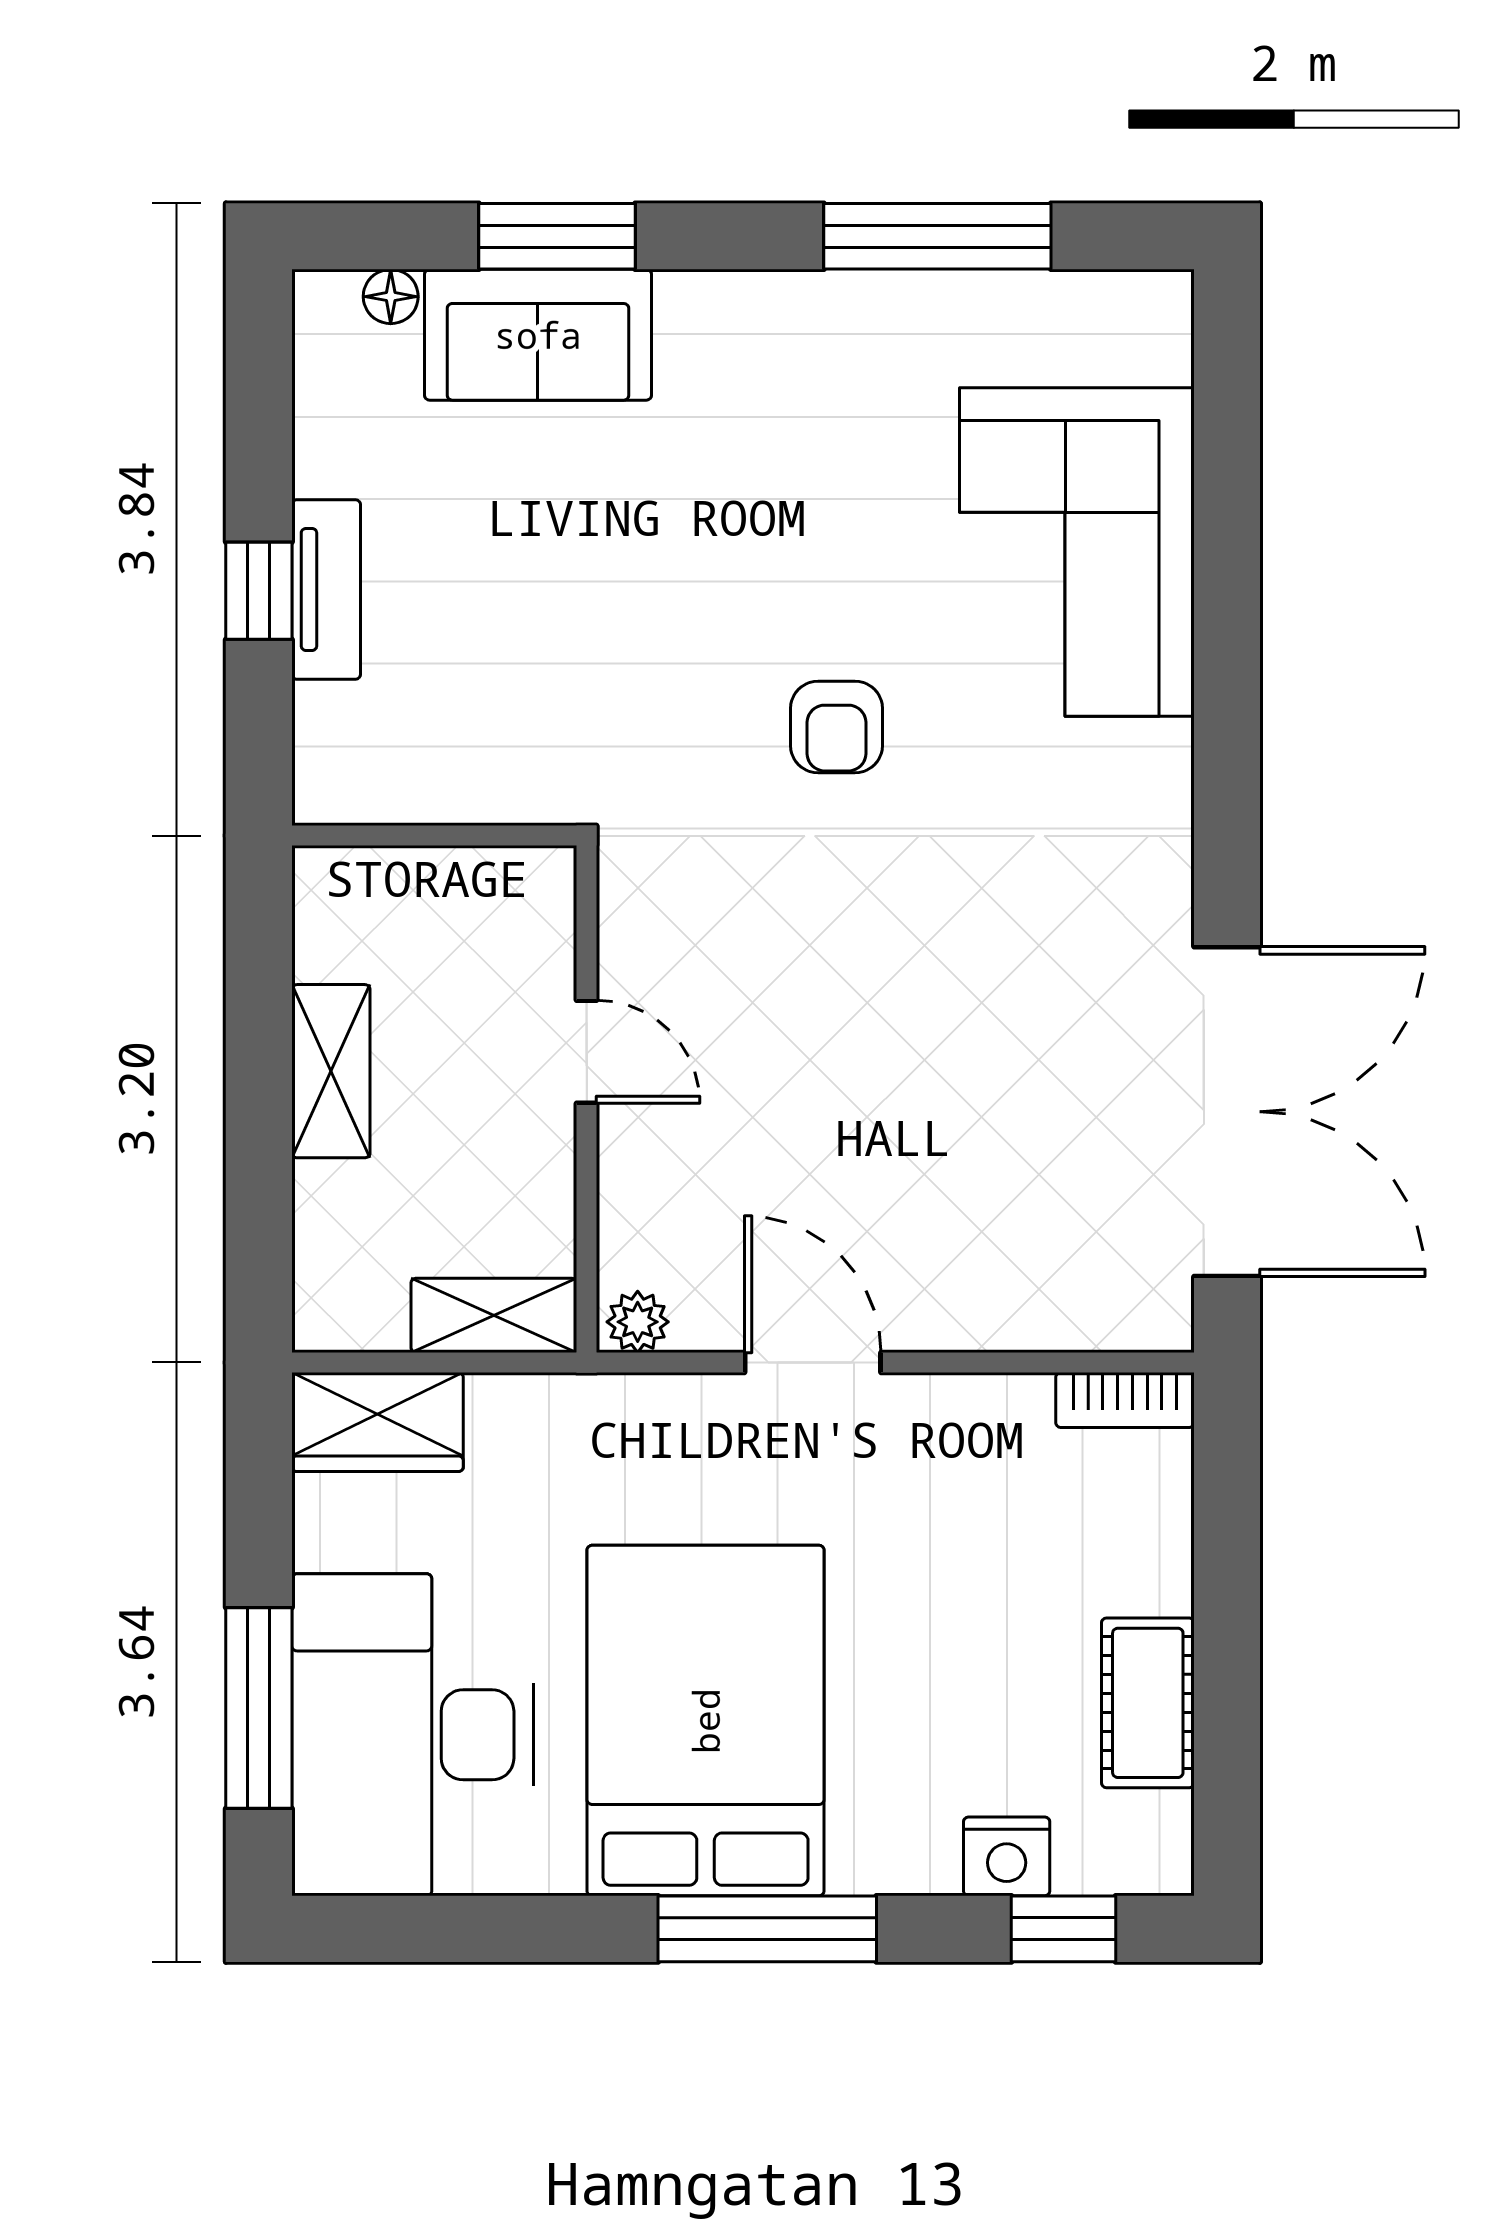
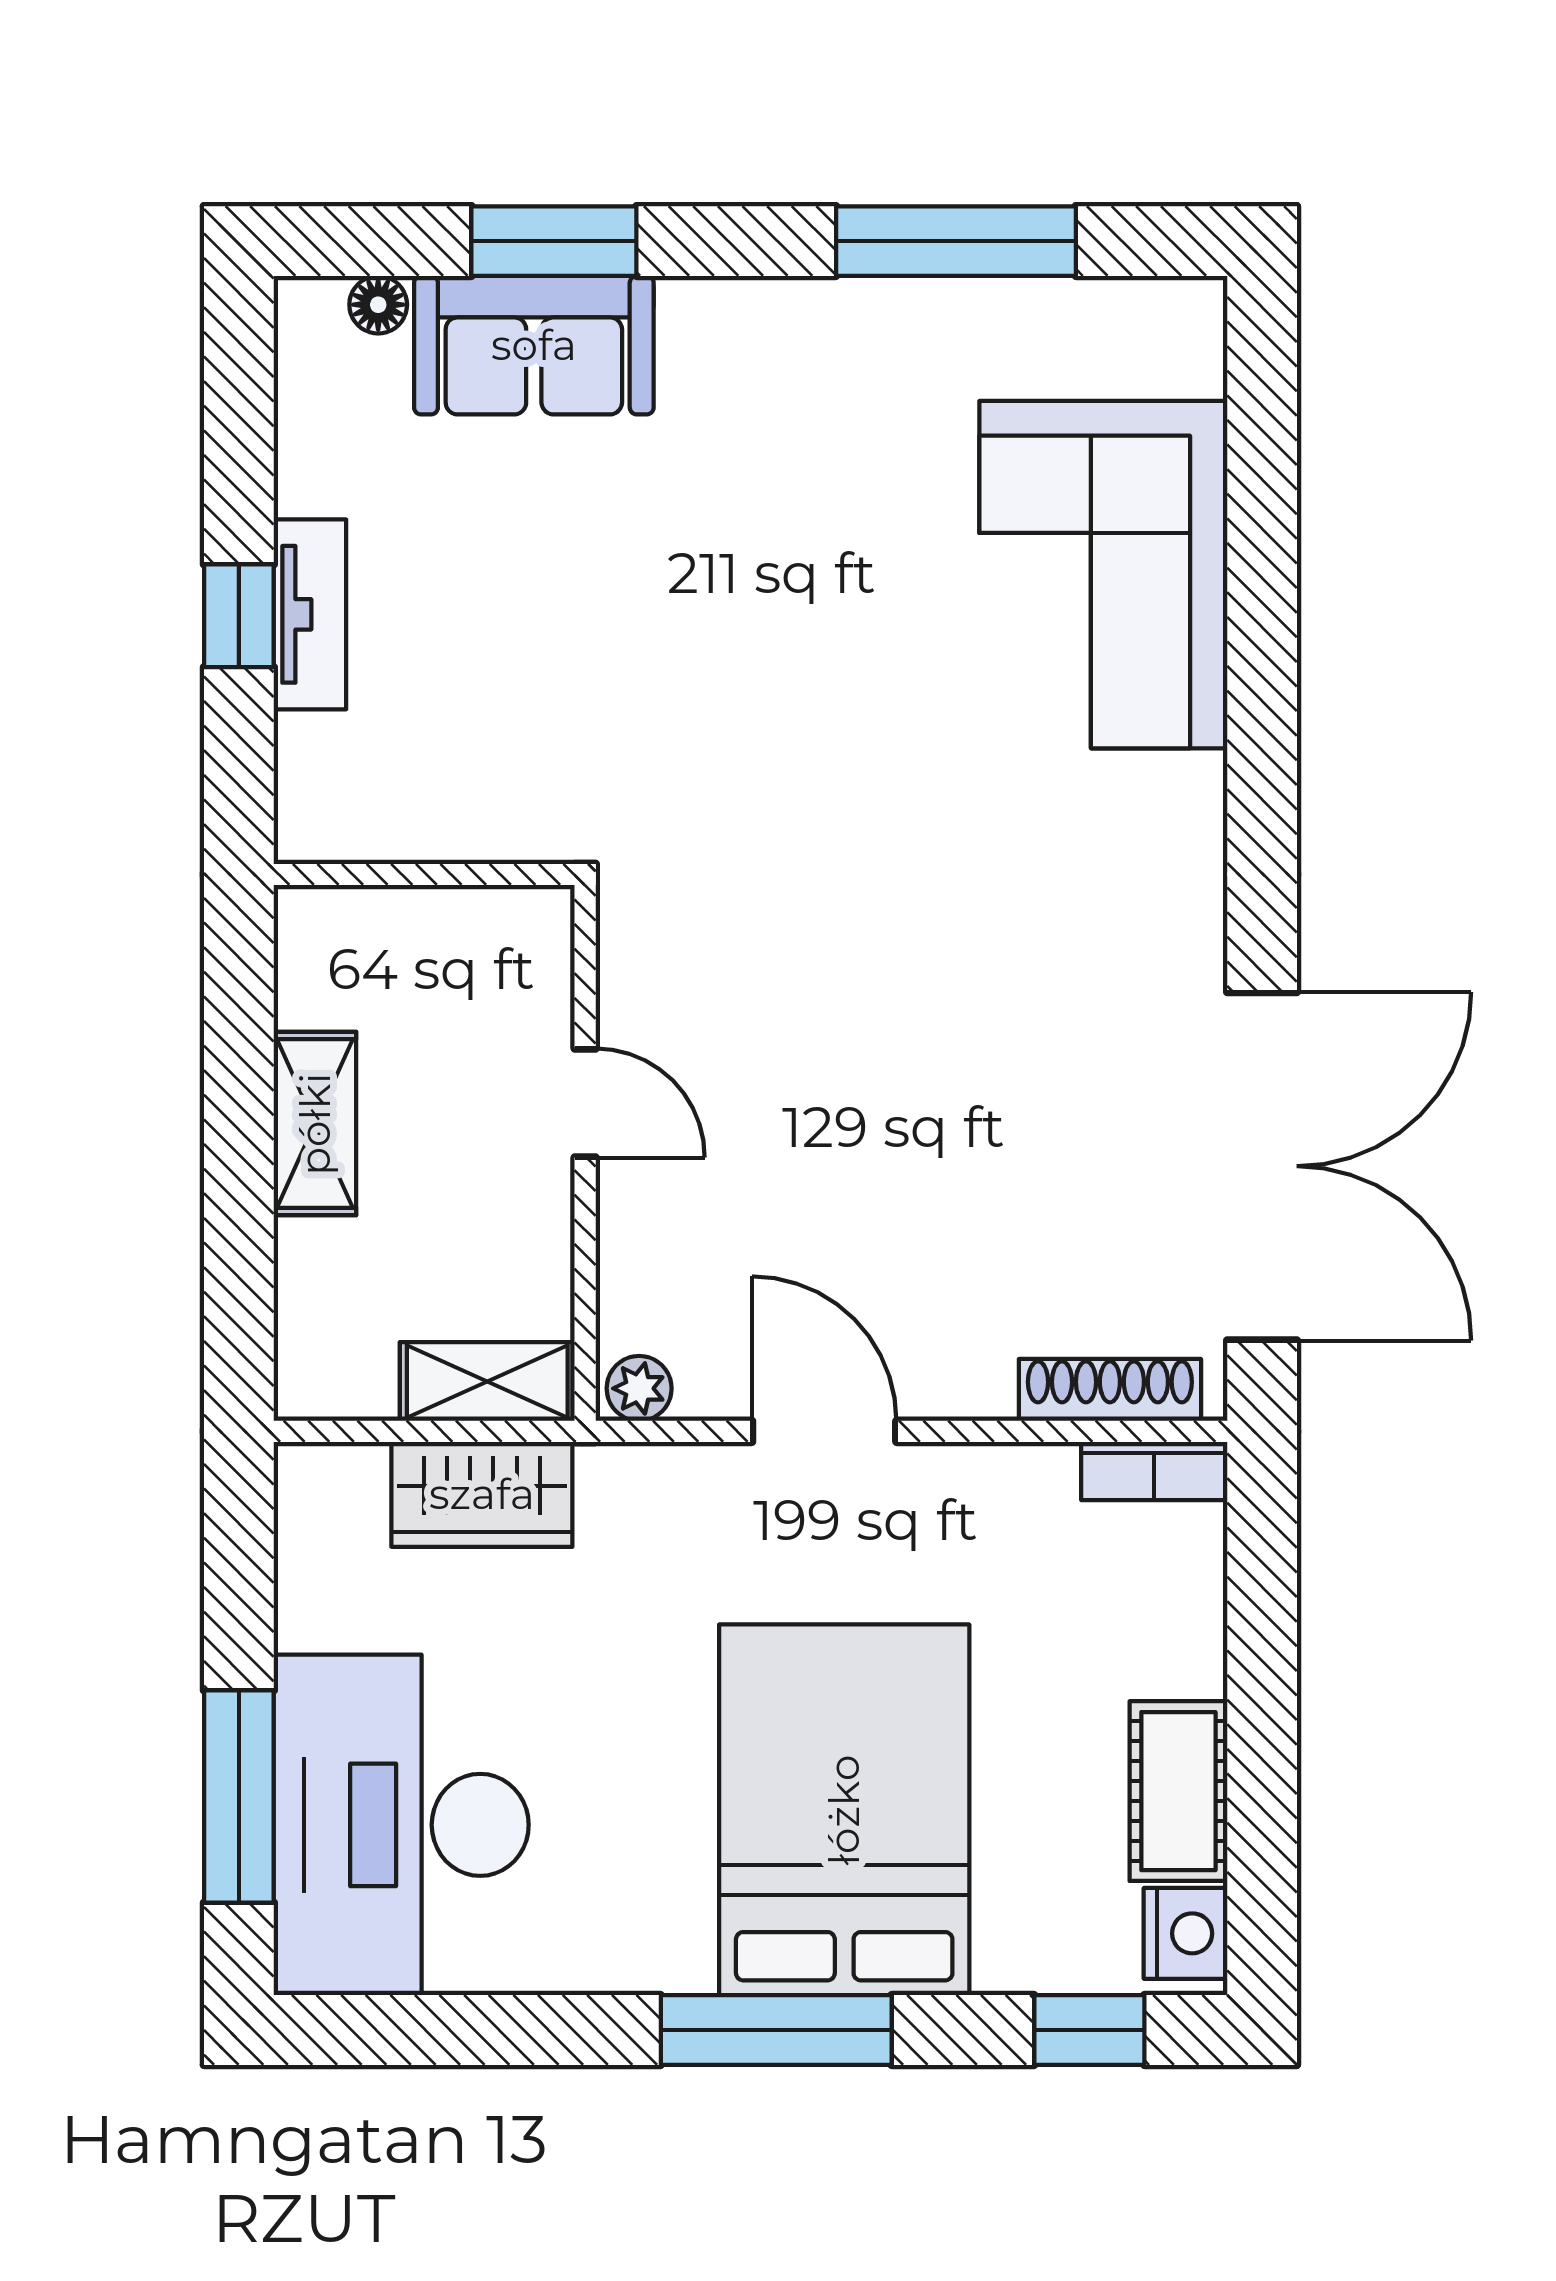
armchair: (836, 727) -> (849, 760), removed
shoe rack: (1083, 1323) -> (1110, 1390), added
wardrobe: (377, 1422) -> (482, 1494), moved
bed: (706, 1721) -> (844, 1810), moved
nightstand: (1007, 1856) -> (1185, 1933), moved, turned -90

